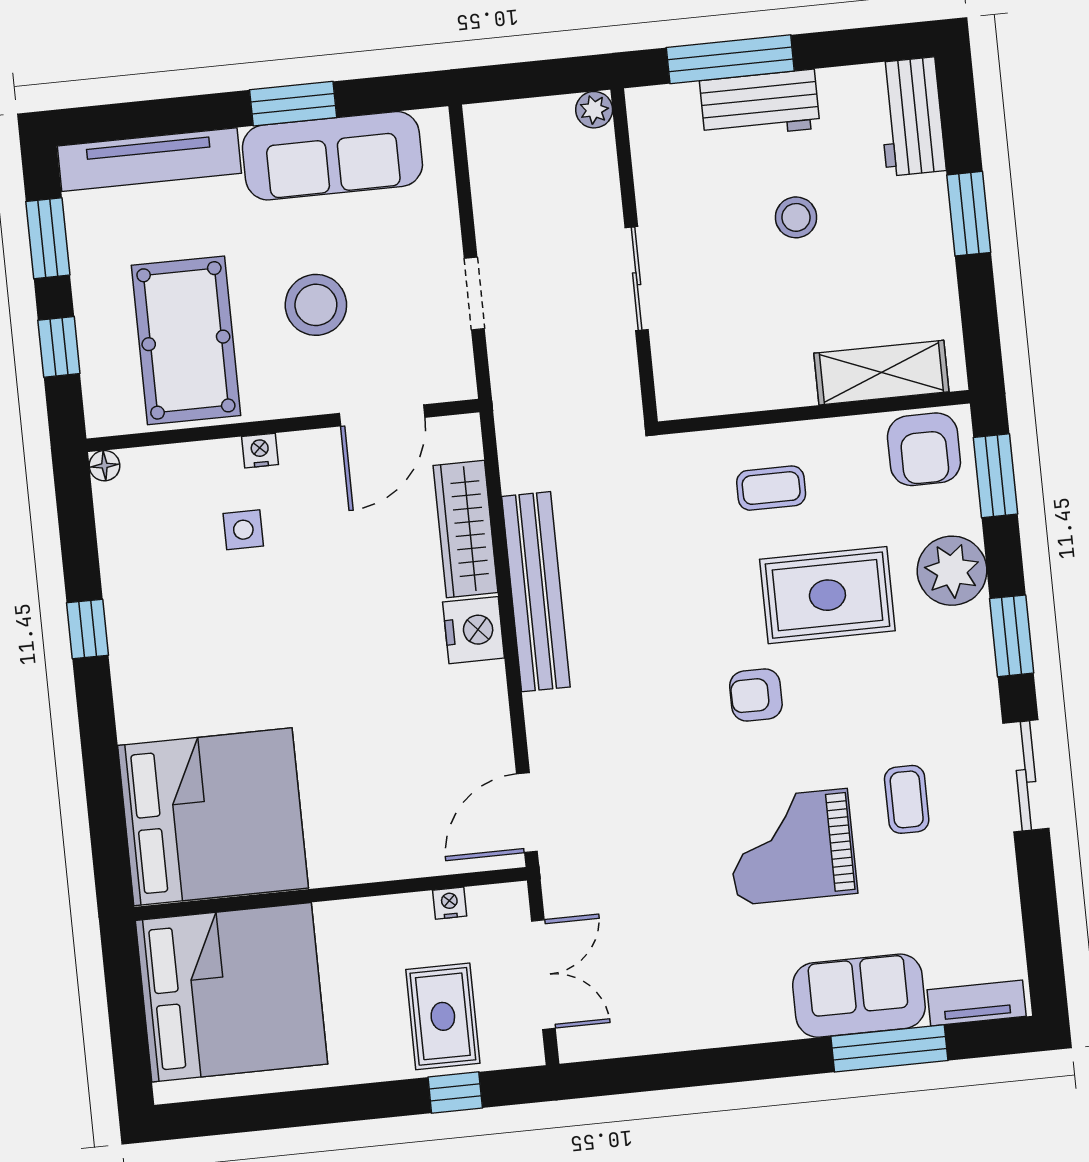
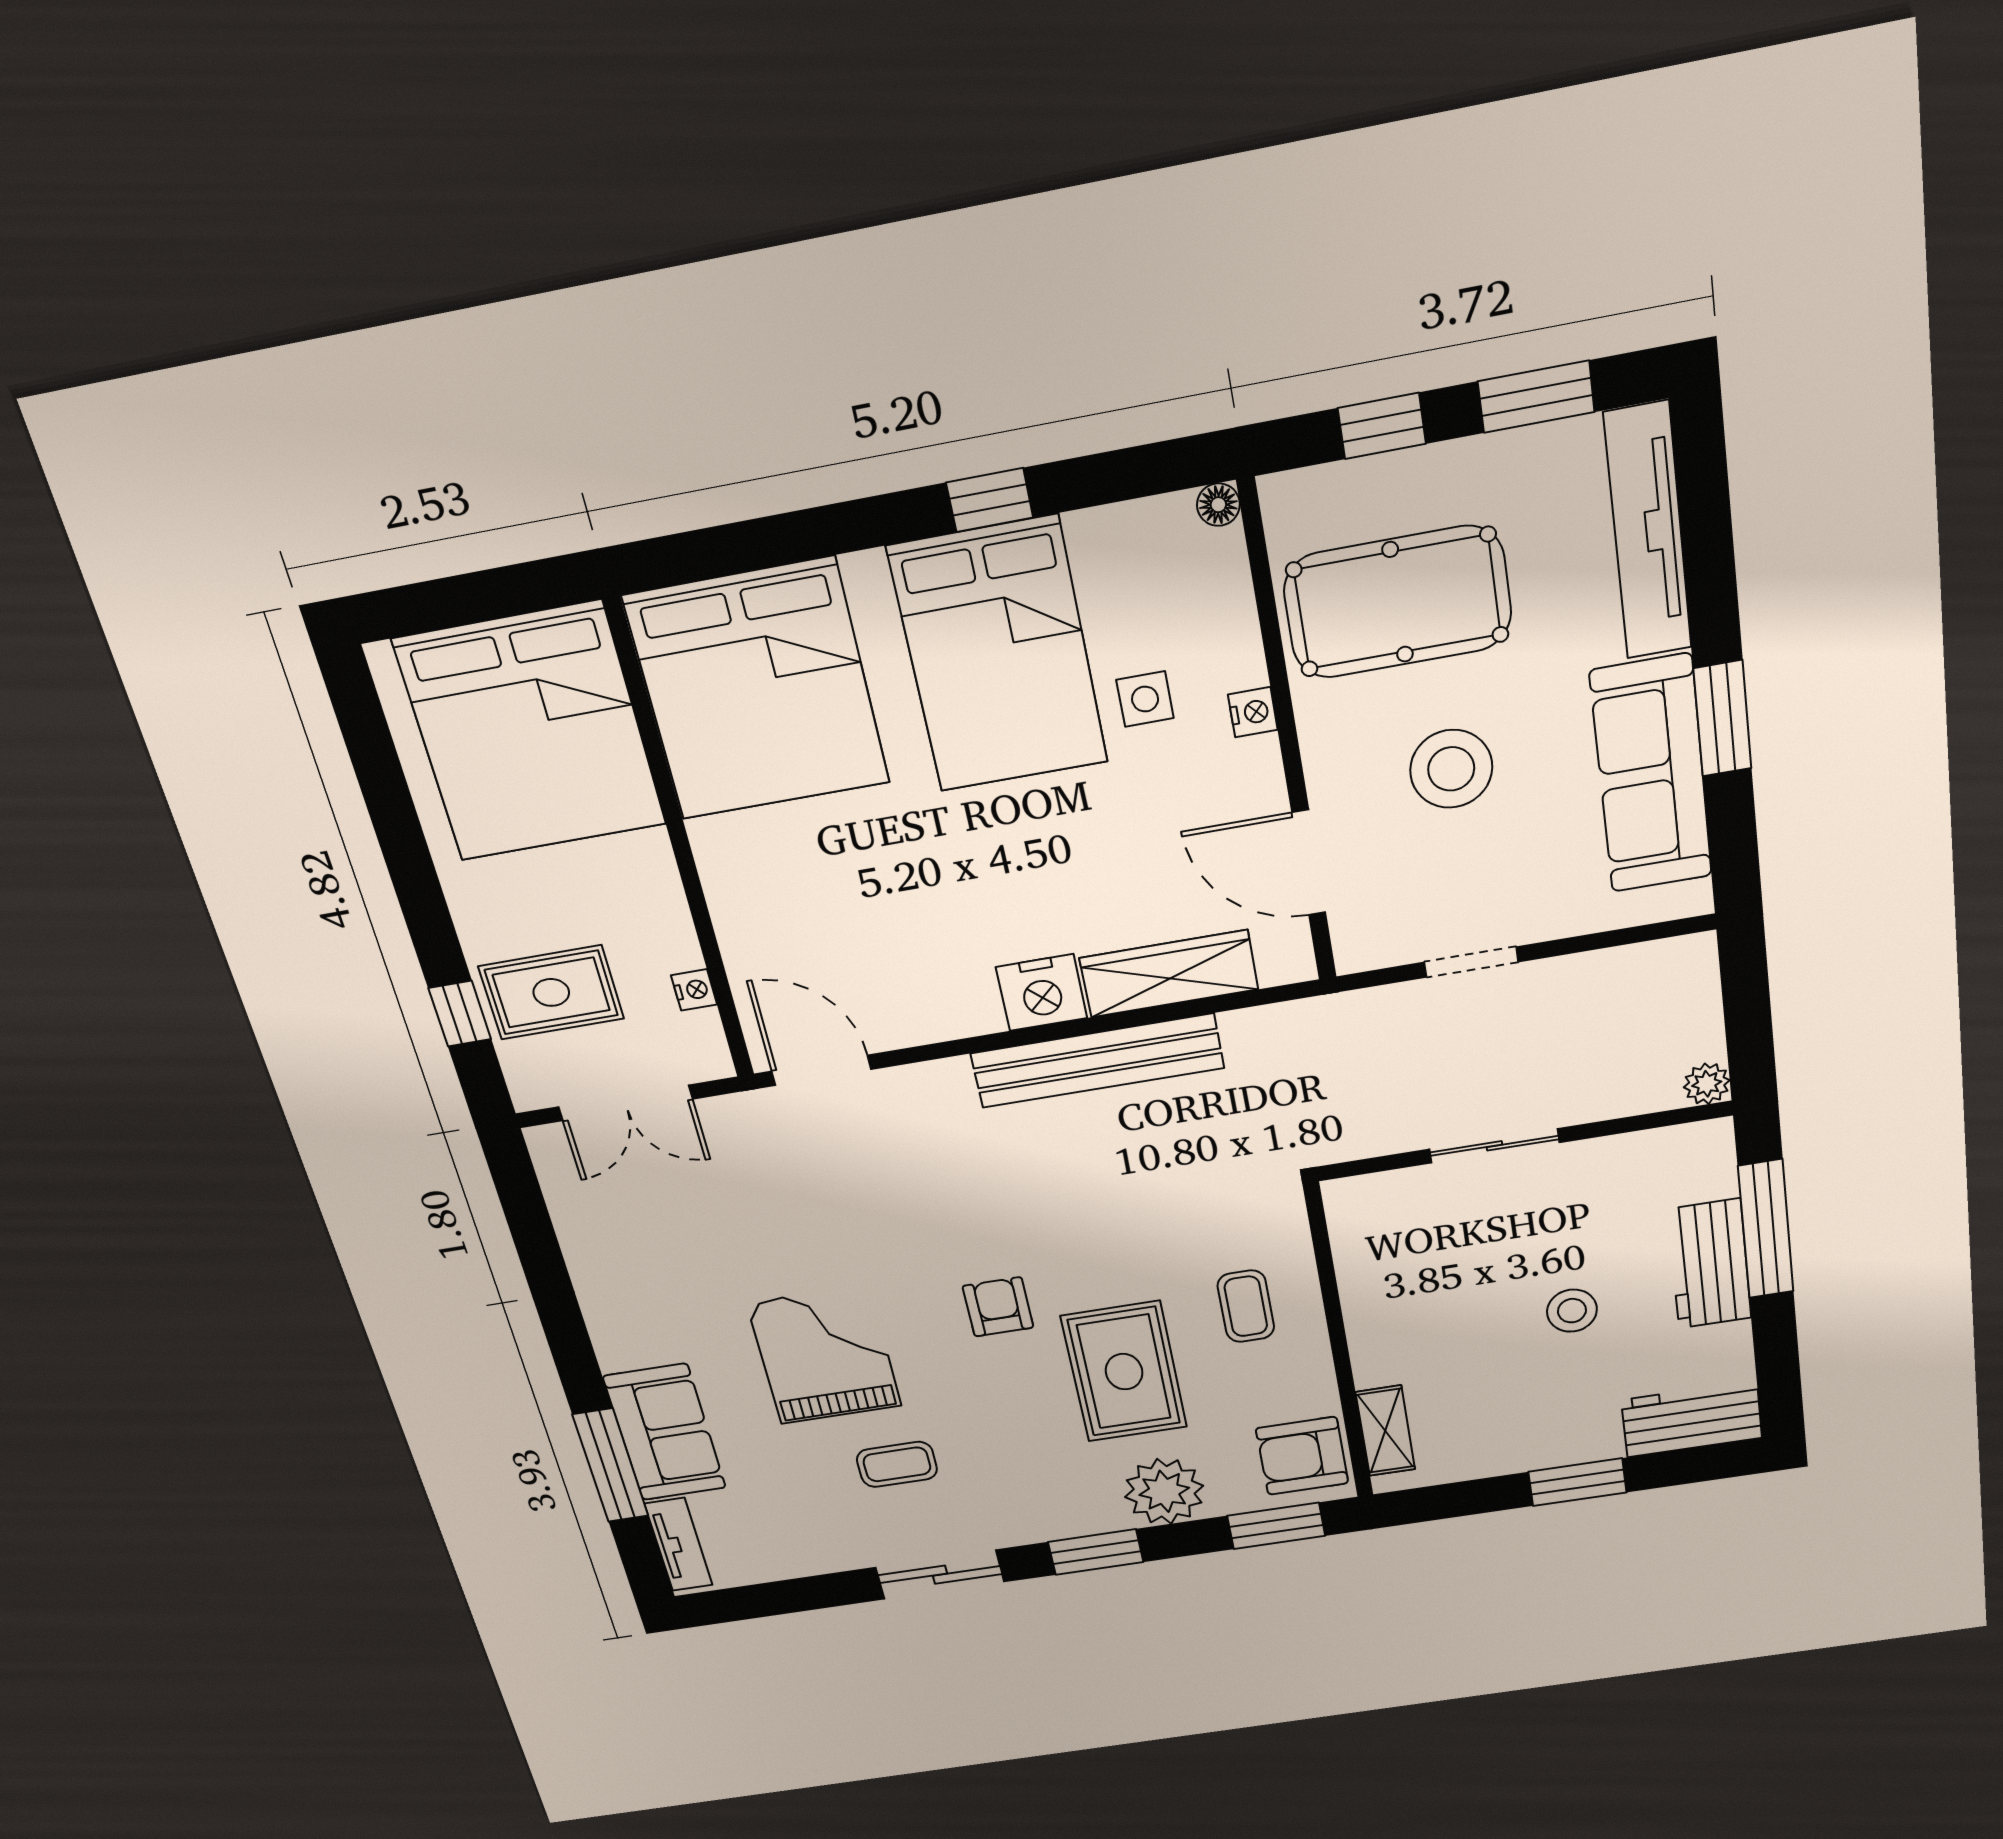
shelving: (881, 373) -> (1385, 1431), width x0.67, depth x0.75
bed: (201, 635) -> (998, 655), added

